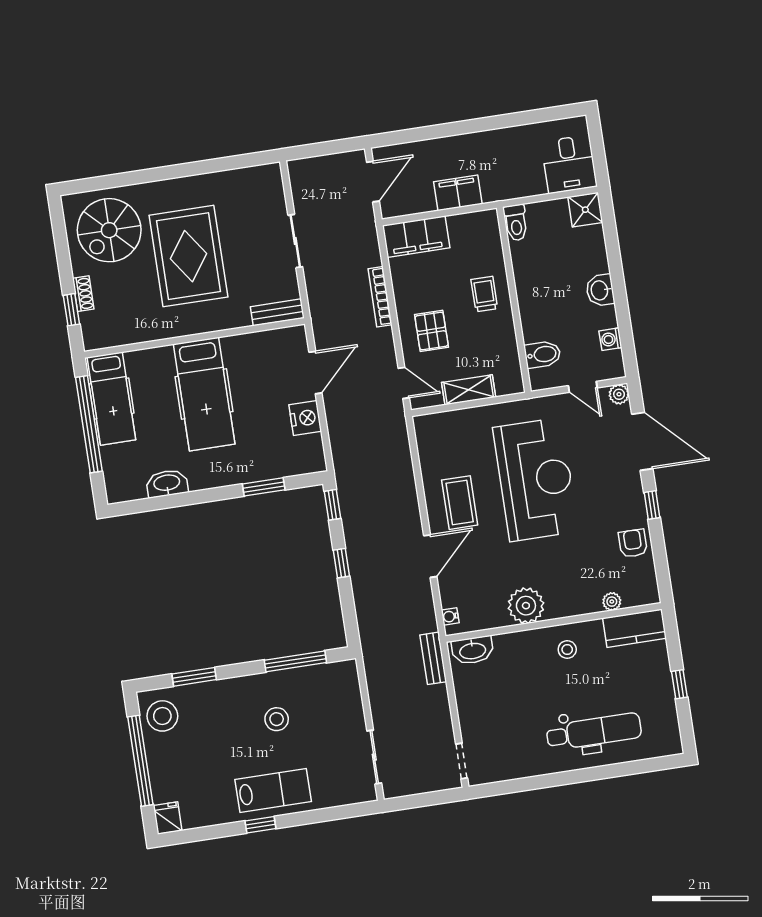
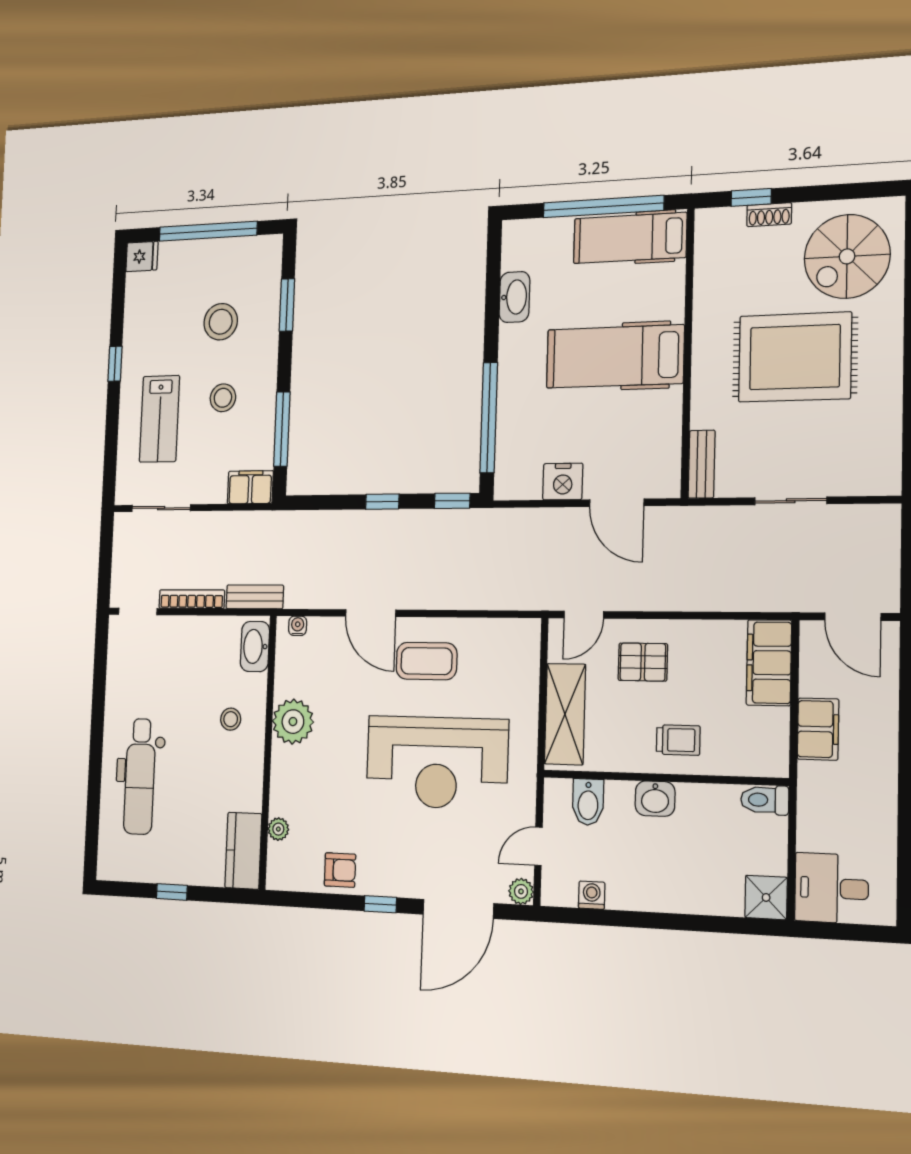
spiral stairs: (109, 230) -> (847, 256), turned -90
washbasin: (600, 290) -> (655, 799), moved, turned 180
bookcase: (380, 297) -> (192, 599), moved
shelving: (469, 390) -> (565, 714), width x1.50, depth x1.33
window: (264, 487) -> (489, 418), width x2.11
stool: (567, 649) -> (231, 719), moved
filing cabinet: (346, 680) -> (250, 487), added
stool: (162, 716) -> (221, 322), moved
lab bench: (273, 790) -> (160, 419), moved

